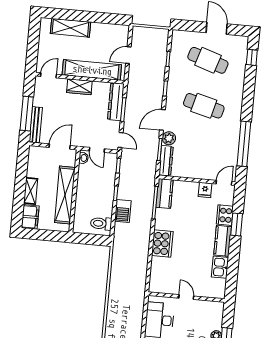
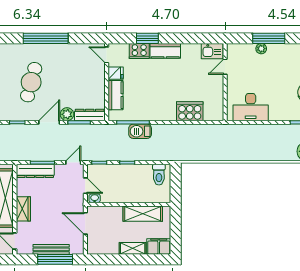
door: (162, 120) -> (49, 122), swing flipped
bench: (36, 125) -> (51, 249), moved
window: (244, 144) -> (46, 38), moved
door: (97, 150) -> (85, 186), hinge flipped
kitchen counter: (165, 193) -> (116, 95), moved, turned 90
shelving: (65, 195) -> (143, 214), width x0.68
barbecue: (123, 211) -> (140, 131), moved, turned 180
cooker: (162, 244) -> (190, 111), moved
kitchen sink: (220, 267) -> (212, 51), moved
door: (186, 297) -> (225, 67), moved

